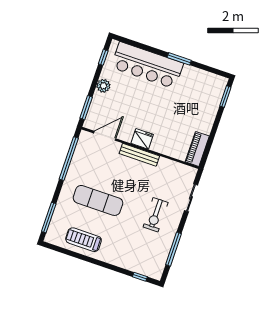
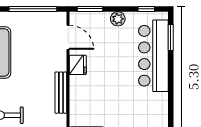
window: (179, 59) -> (171, 37), moved
fridge: (142, 139) -> (78, 65), moved
bench: (139, 155) -> (61, 93), moved

